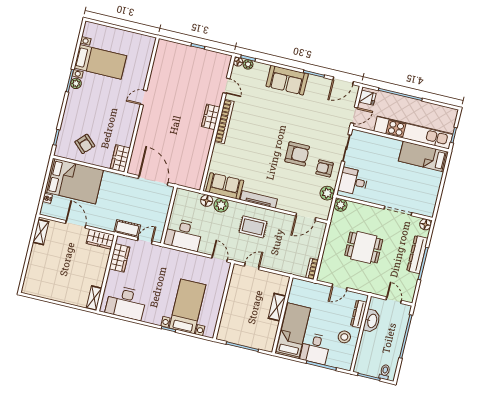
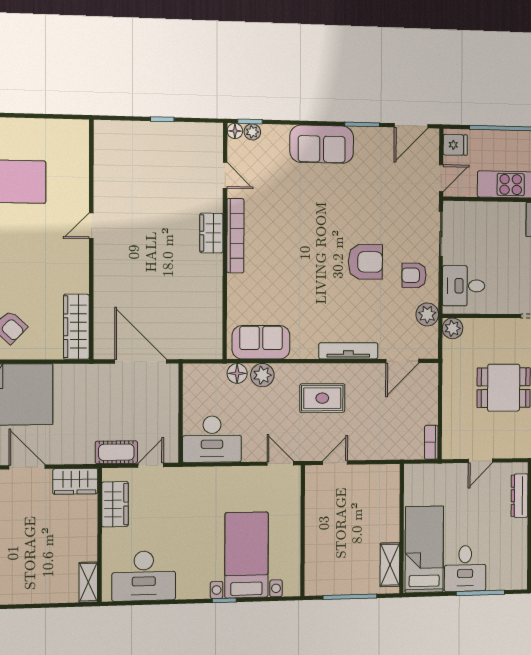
wardrobe: (120, 158) -> (76, 327), width x1.50
tv unit: (259, 199) -> (348, 351), moved
shelving: (277, 307) -> (390, 565), moved
stool: (344, 337) -> (506, 538), removed

